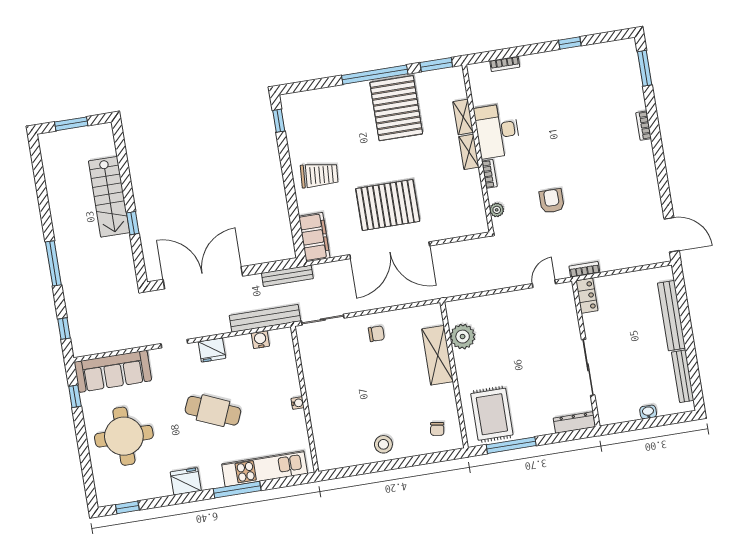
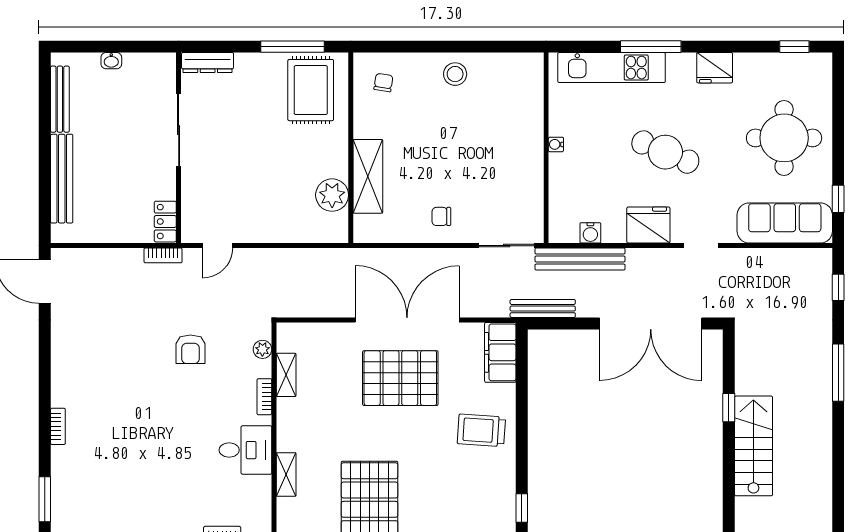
desk: (497, 131) -> (245, 450), width x0.73
shelving: (469, 152) -> (286, 375), moved
fridge: (212, 350) -> (648, 225), width x1.36, depth x1.34

